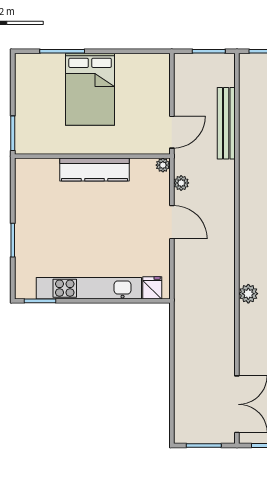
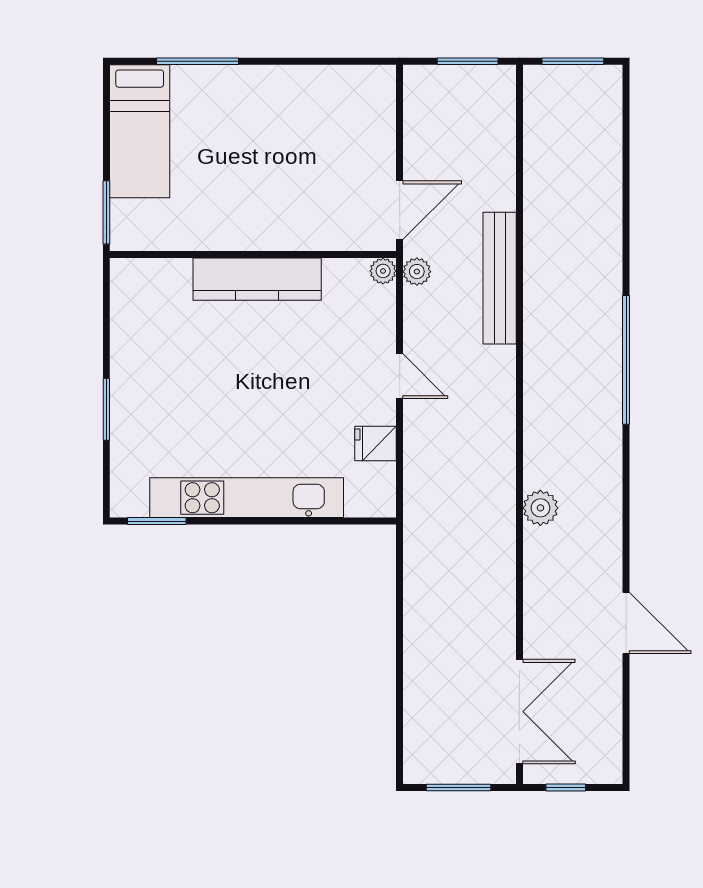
bed: (90, 89) -> (140, 131), moved, width x0.67
bench: (226, 123) -> (500, 278), moved
plant: (181, 183) -> (417, 272), moved
door: (172, 222) -> (400, 376), width x0.73
fridge: (152, 288) -> (376, 443), moved, turned -90

